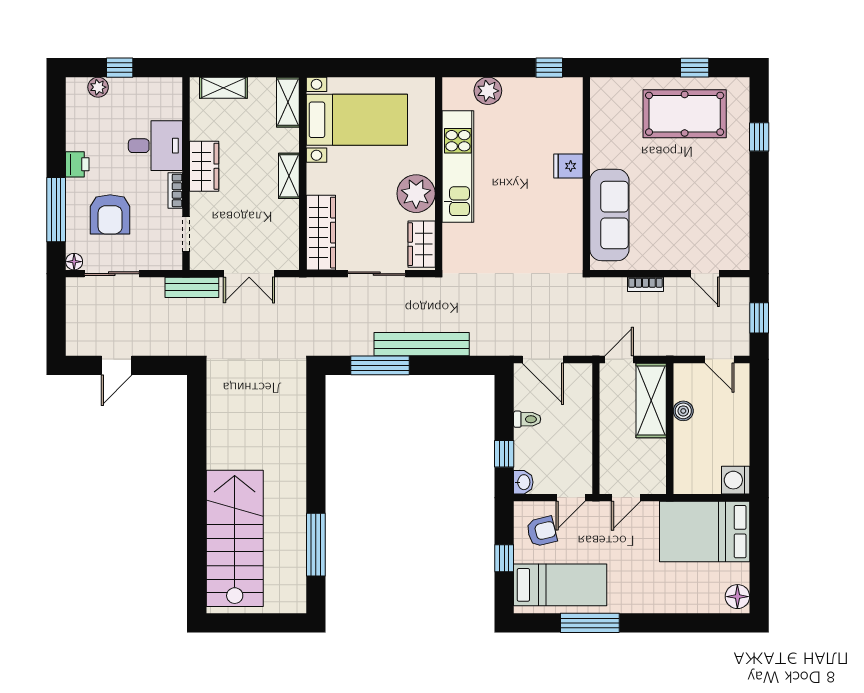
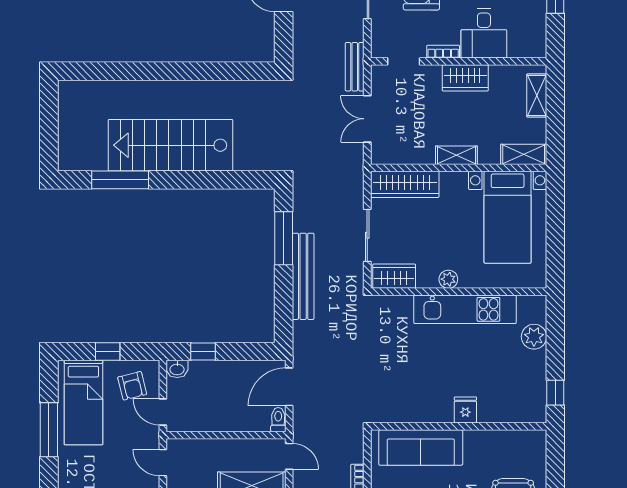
plant: (416, 194) -> (448, 279), width x0.53, depth x0.53
toilet: (527, 419) -> (278, 420), moved, turned 180
stairs: (235, 538) -> (171, 145), moved, turned 180

